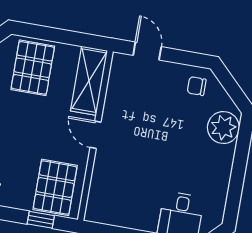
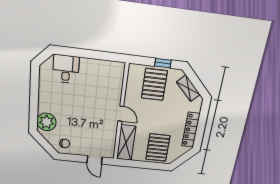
pallet: (55, 187) -> (154, 84), moved
window: (41, 220) -> (163, 63), moved

